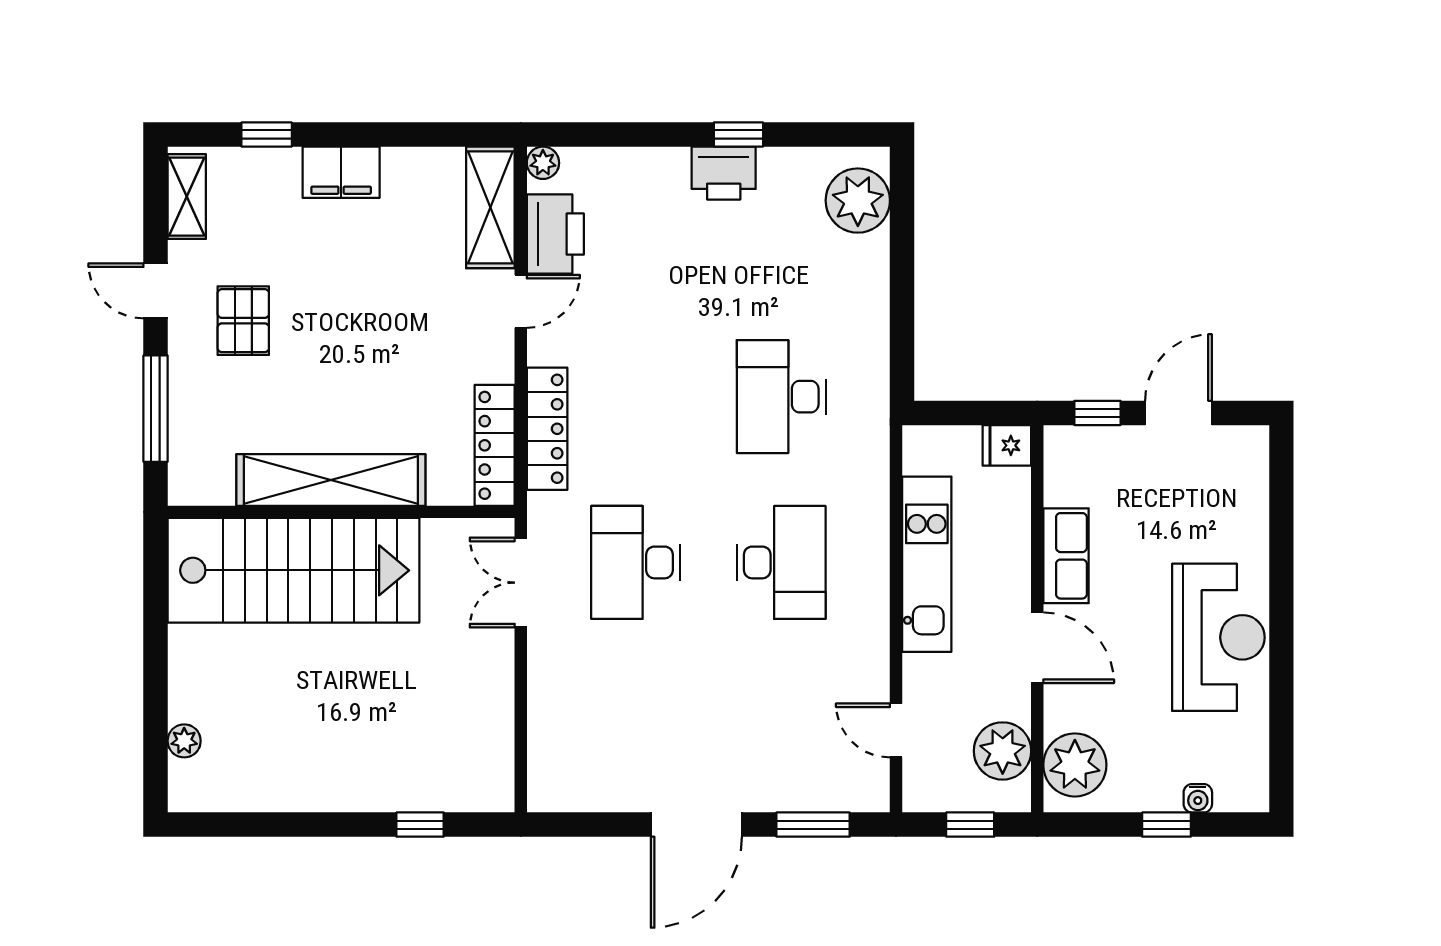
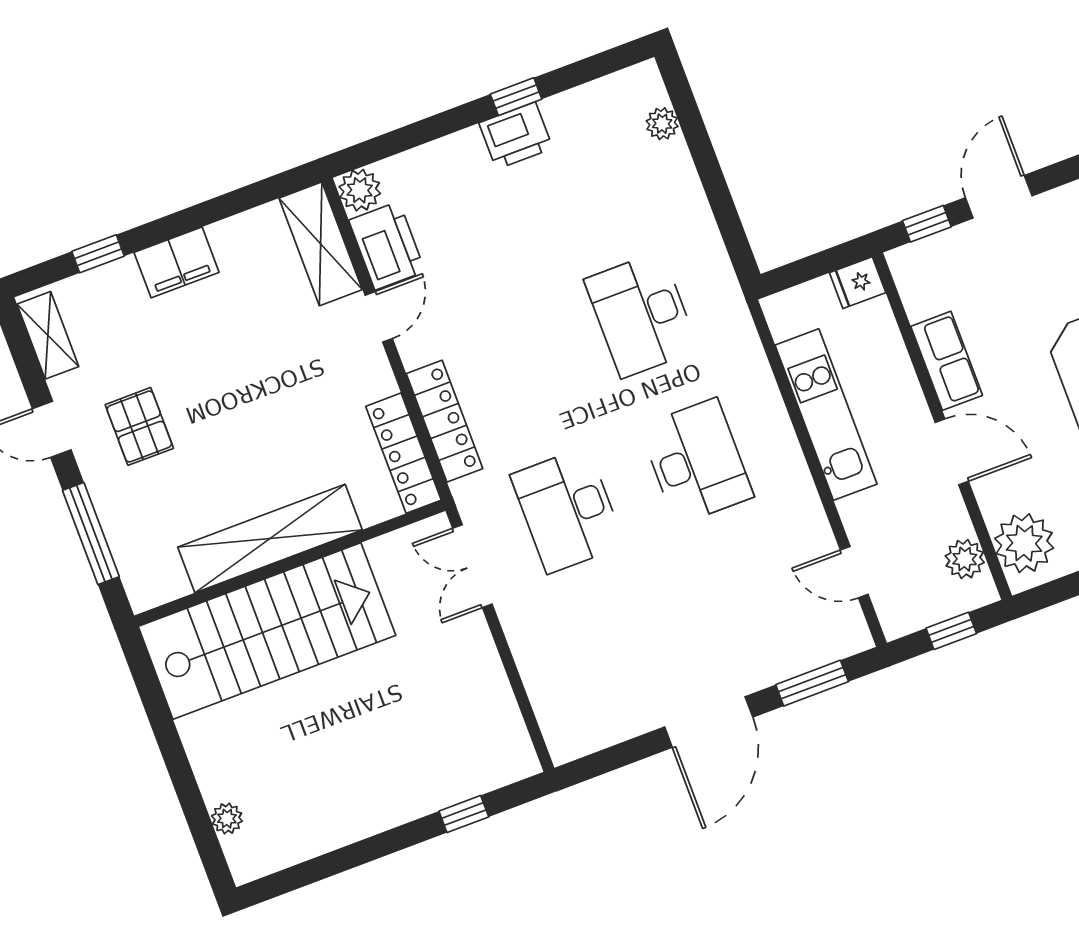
plant: (543, 163) -> (360, 190), width x1.38, depth x1.38
plant: (858, 201) -> (662, 124), width x0.53, depth x0.53
plant: (1003, 751) -> (965, 559), width x0.73, depth x0.73

